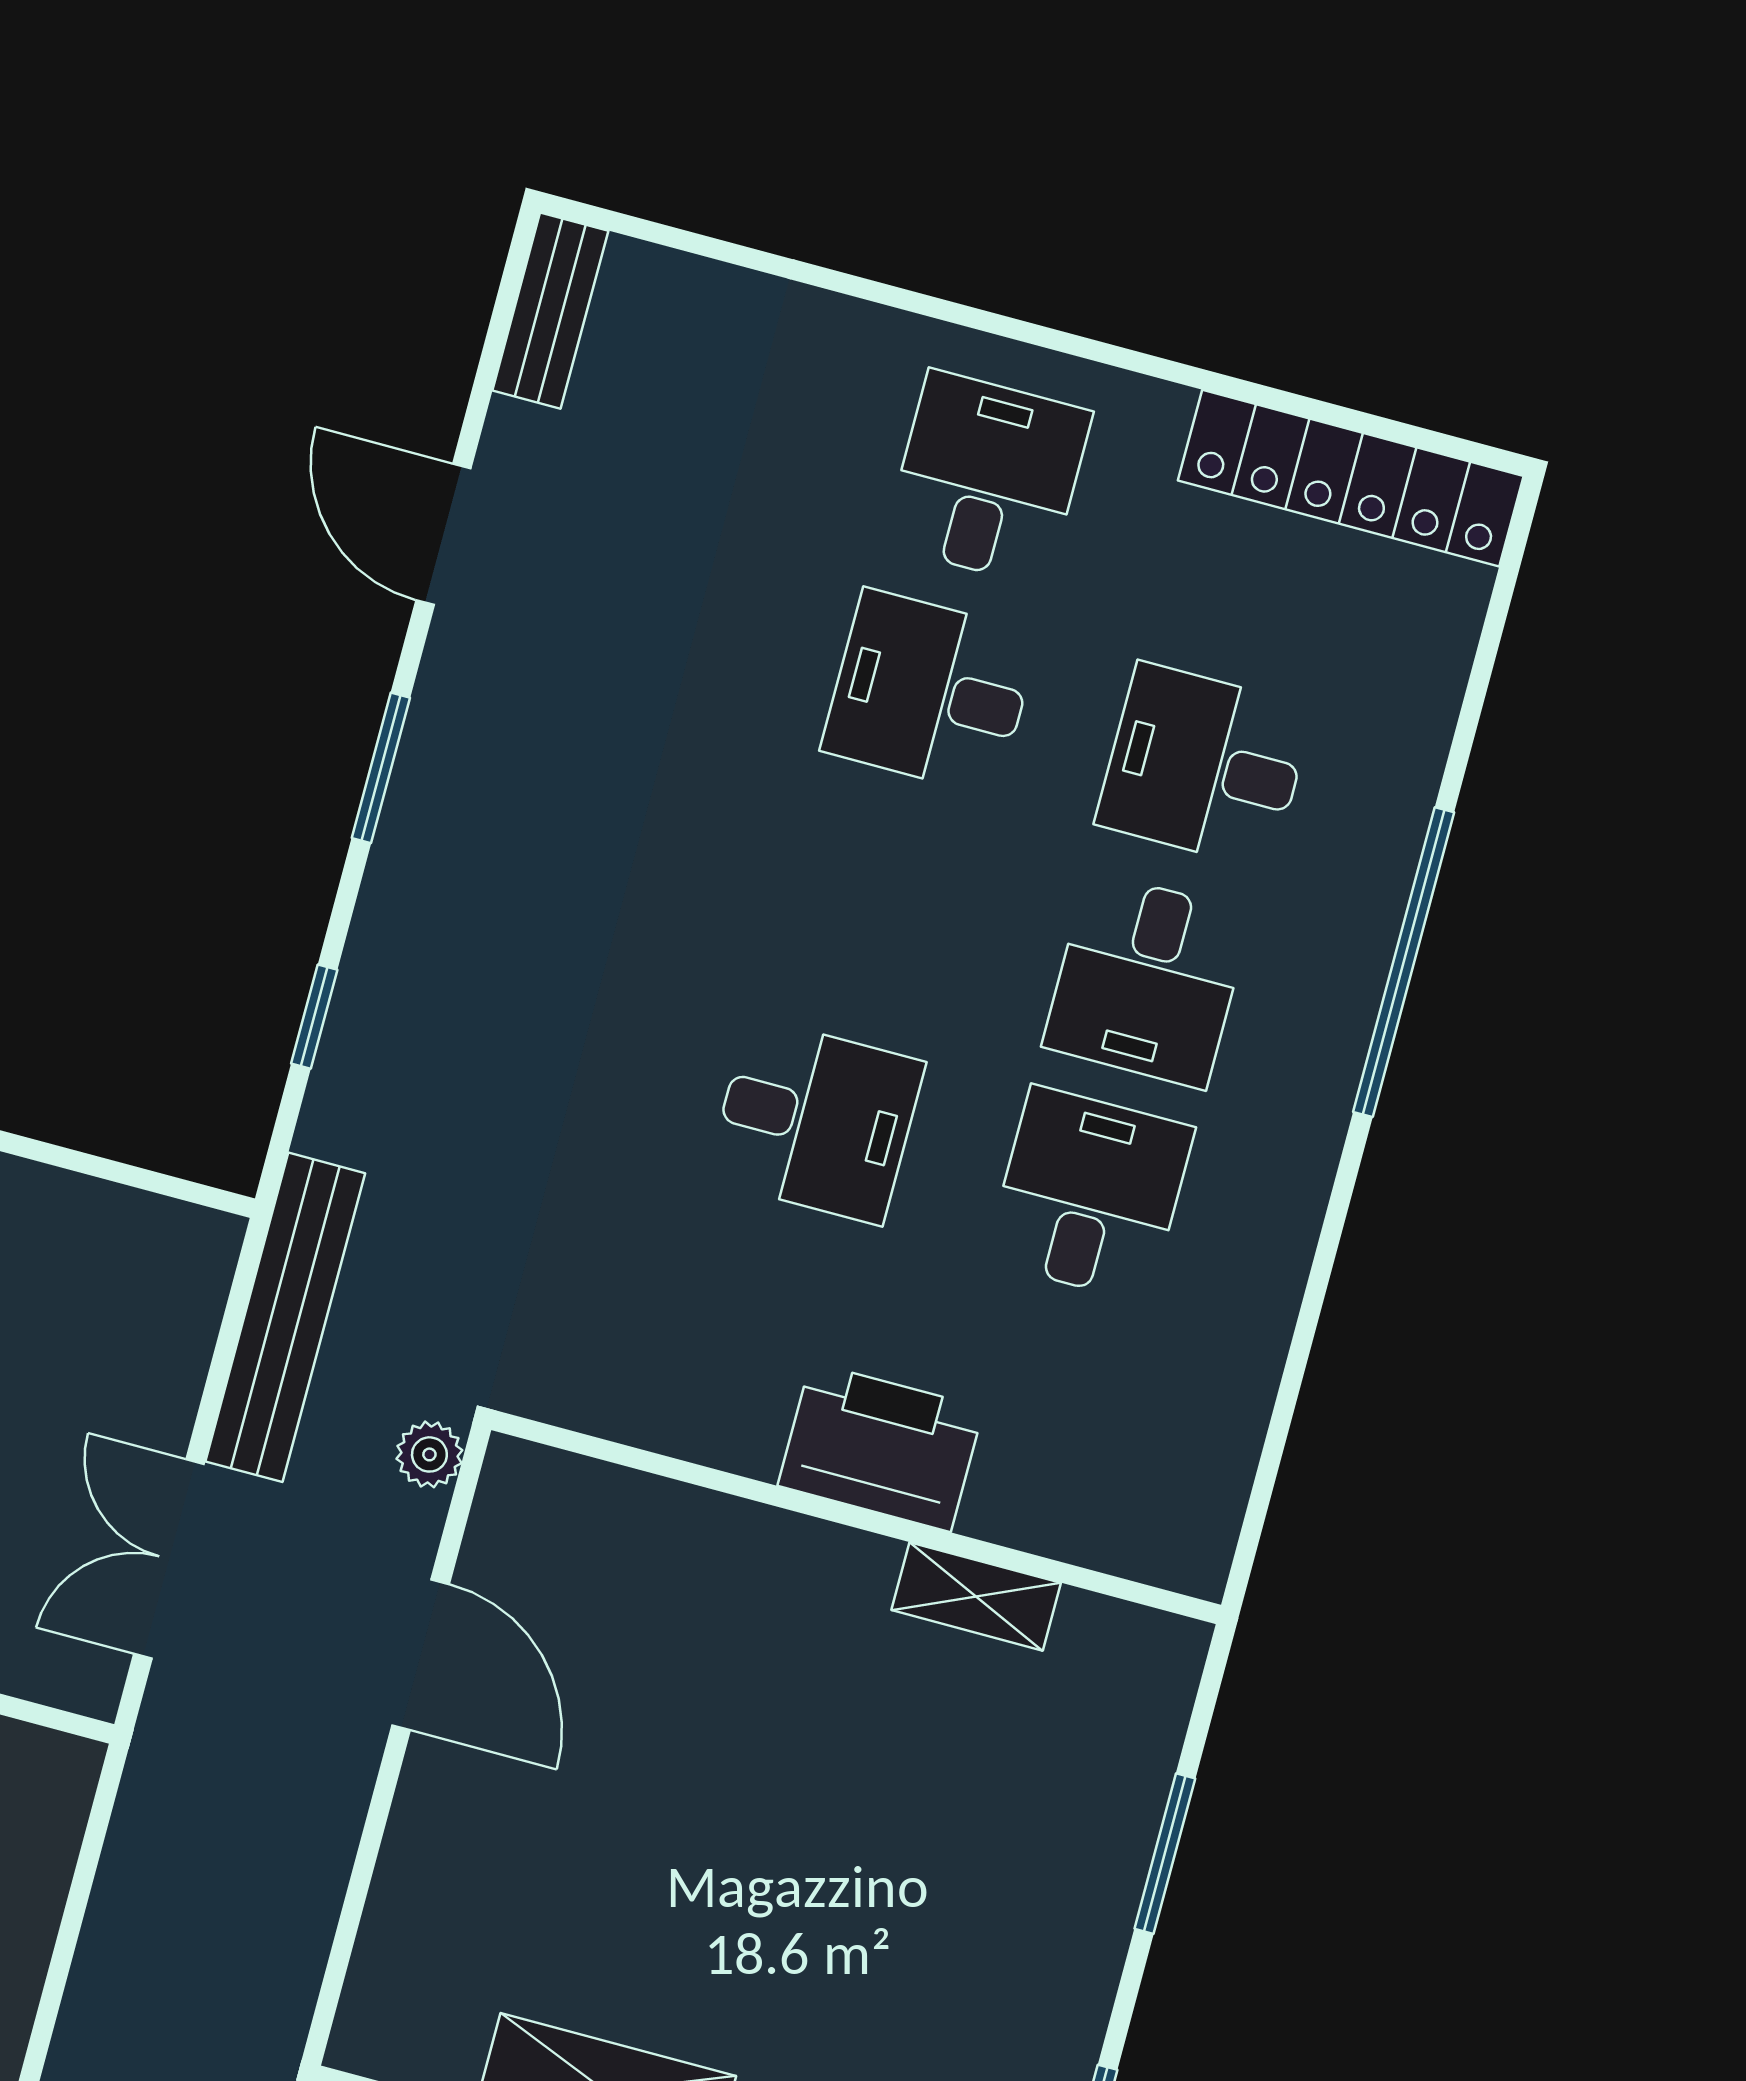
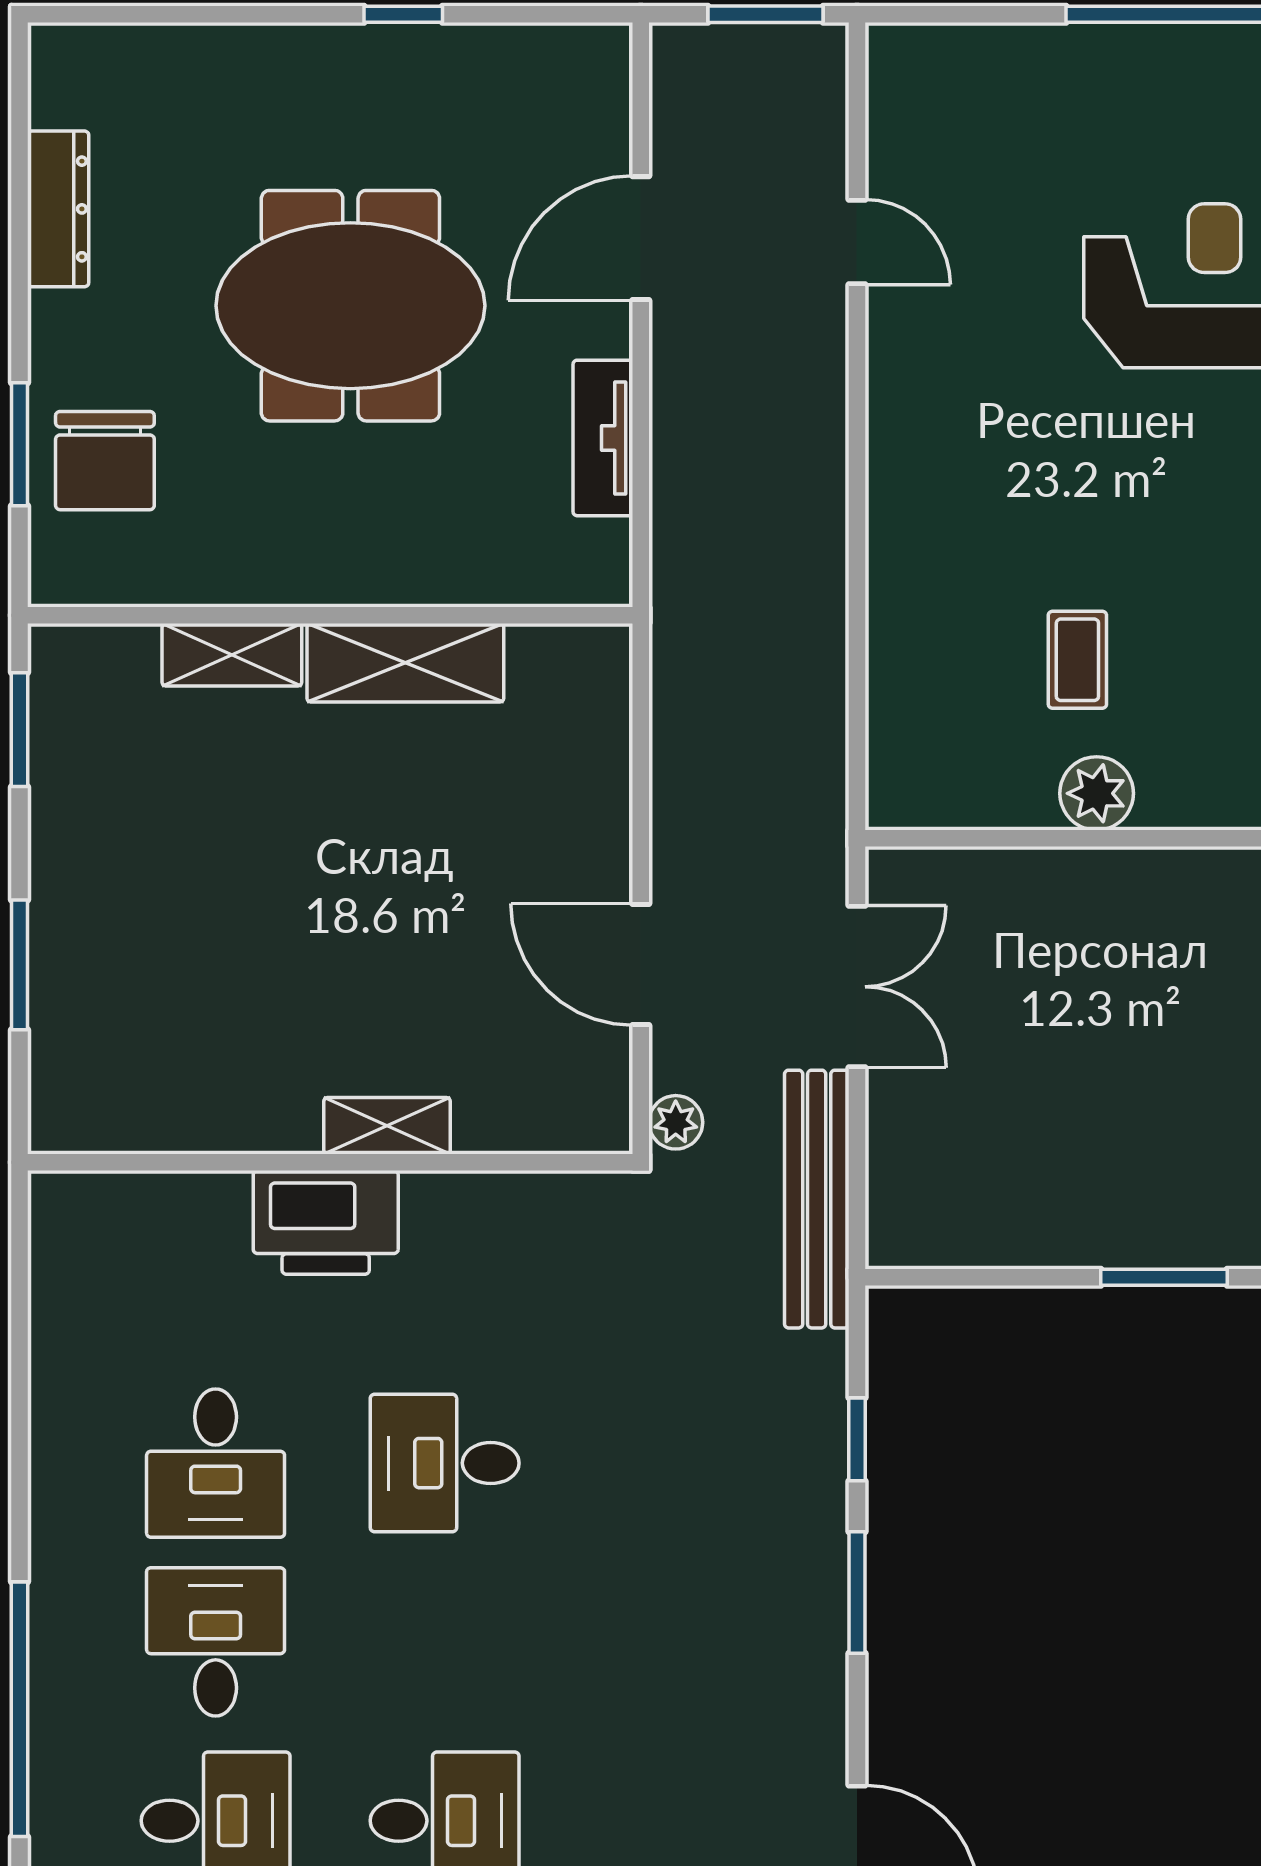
window: (381, 768) -> (857, 1593), moved
shelving: (976, 1596) -> (387, 1126), moved

